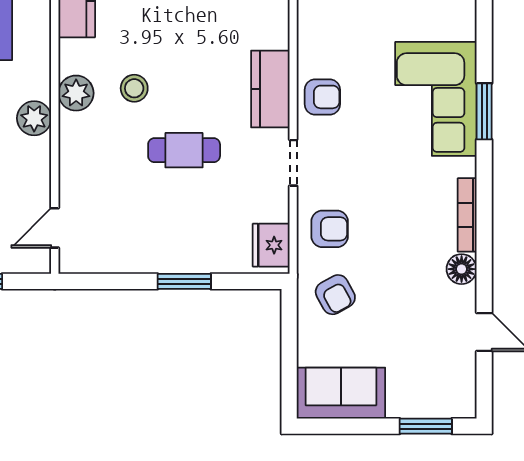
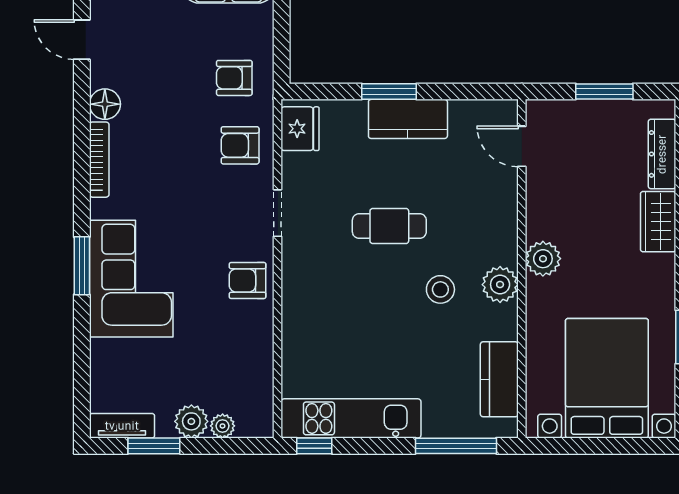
kitchen counter: (270, 89) -> (408, 119), moved, turned 90
door: (55, 228) -> (522, 146), swing flipped
armchair: (335, 295) -> (234, 78), turned -61

